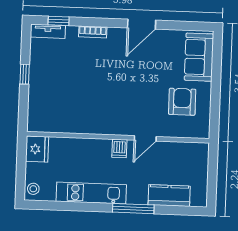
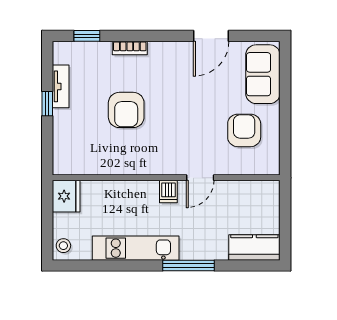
door: (142, 24) -> (211, 36), moved
tv unit: (48, 31) -> (61, 86), moved, turned -90
armchair: (88, 82) -> (126, 110), added
kitchen counter: (169, 196) -> (254, 247), moved

